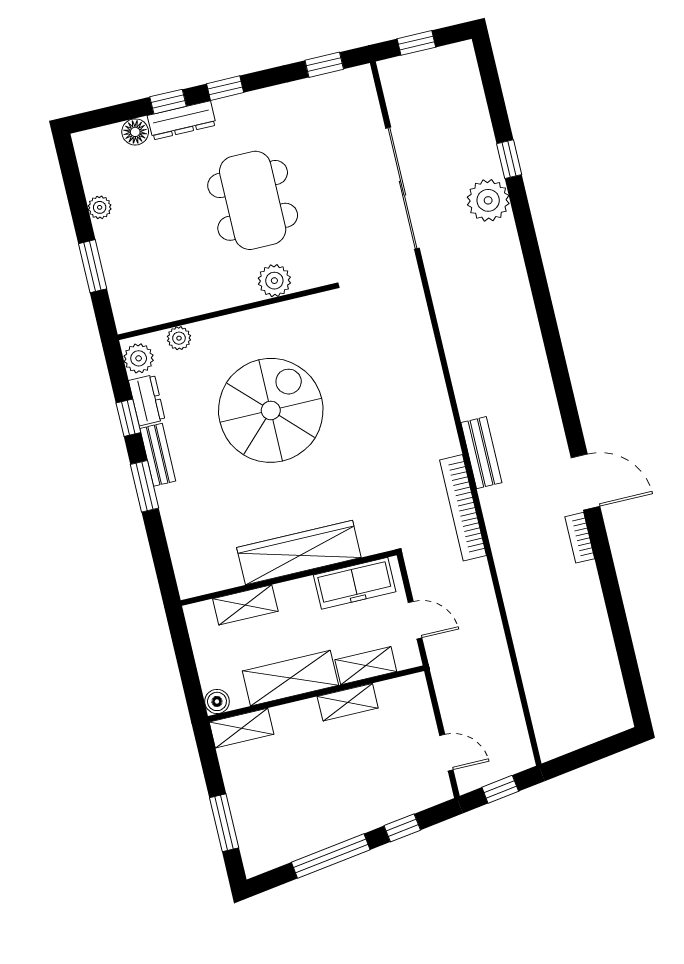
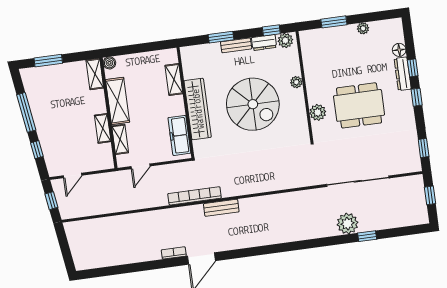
plant: (179, 338) -> (296, 82), moved
window: (128, 418) -> (271, 30), moved
wardrobe: (299, 552) -> (198, 109), moved
wall: (289, 578) -> (185, 103), moved
freezer: (355, 583) -> (179, 135), moved
shelving: (245, 605) -> (174, 80), moved

